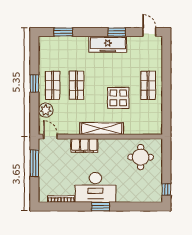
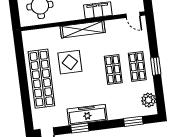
shop shelf: (148, 85) -> (41, 79), width x2.00, depth x1.36
plant: (46, 110) -> (149, 100), moved

